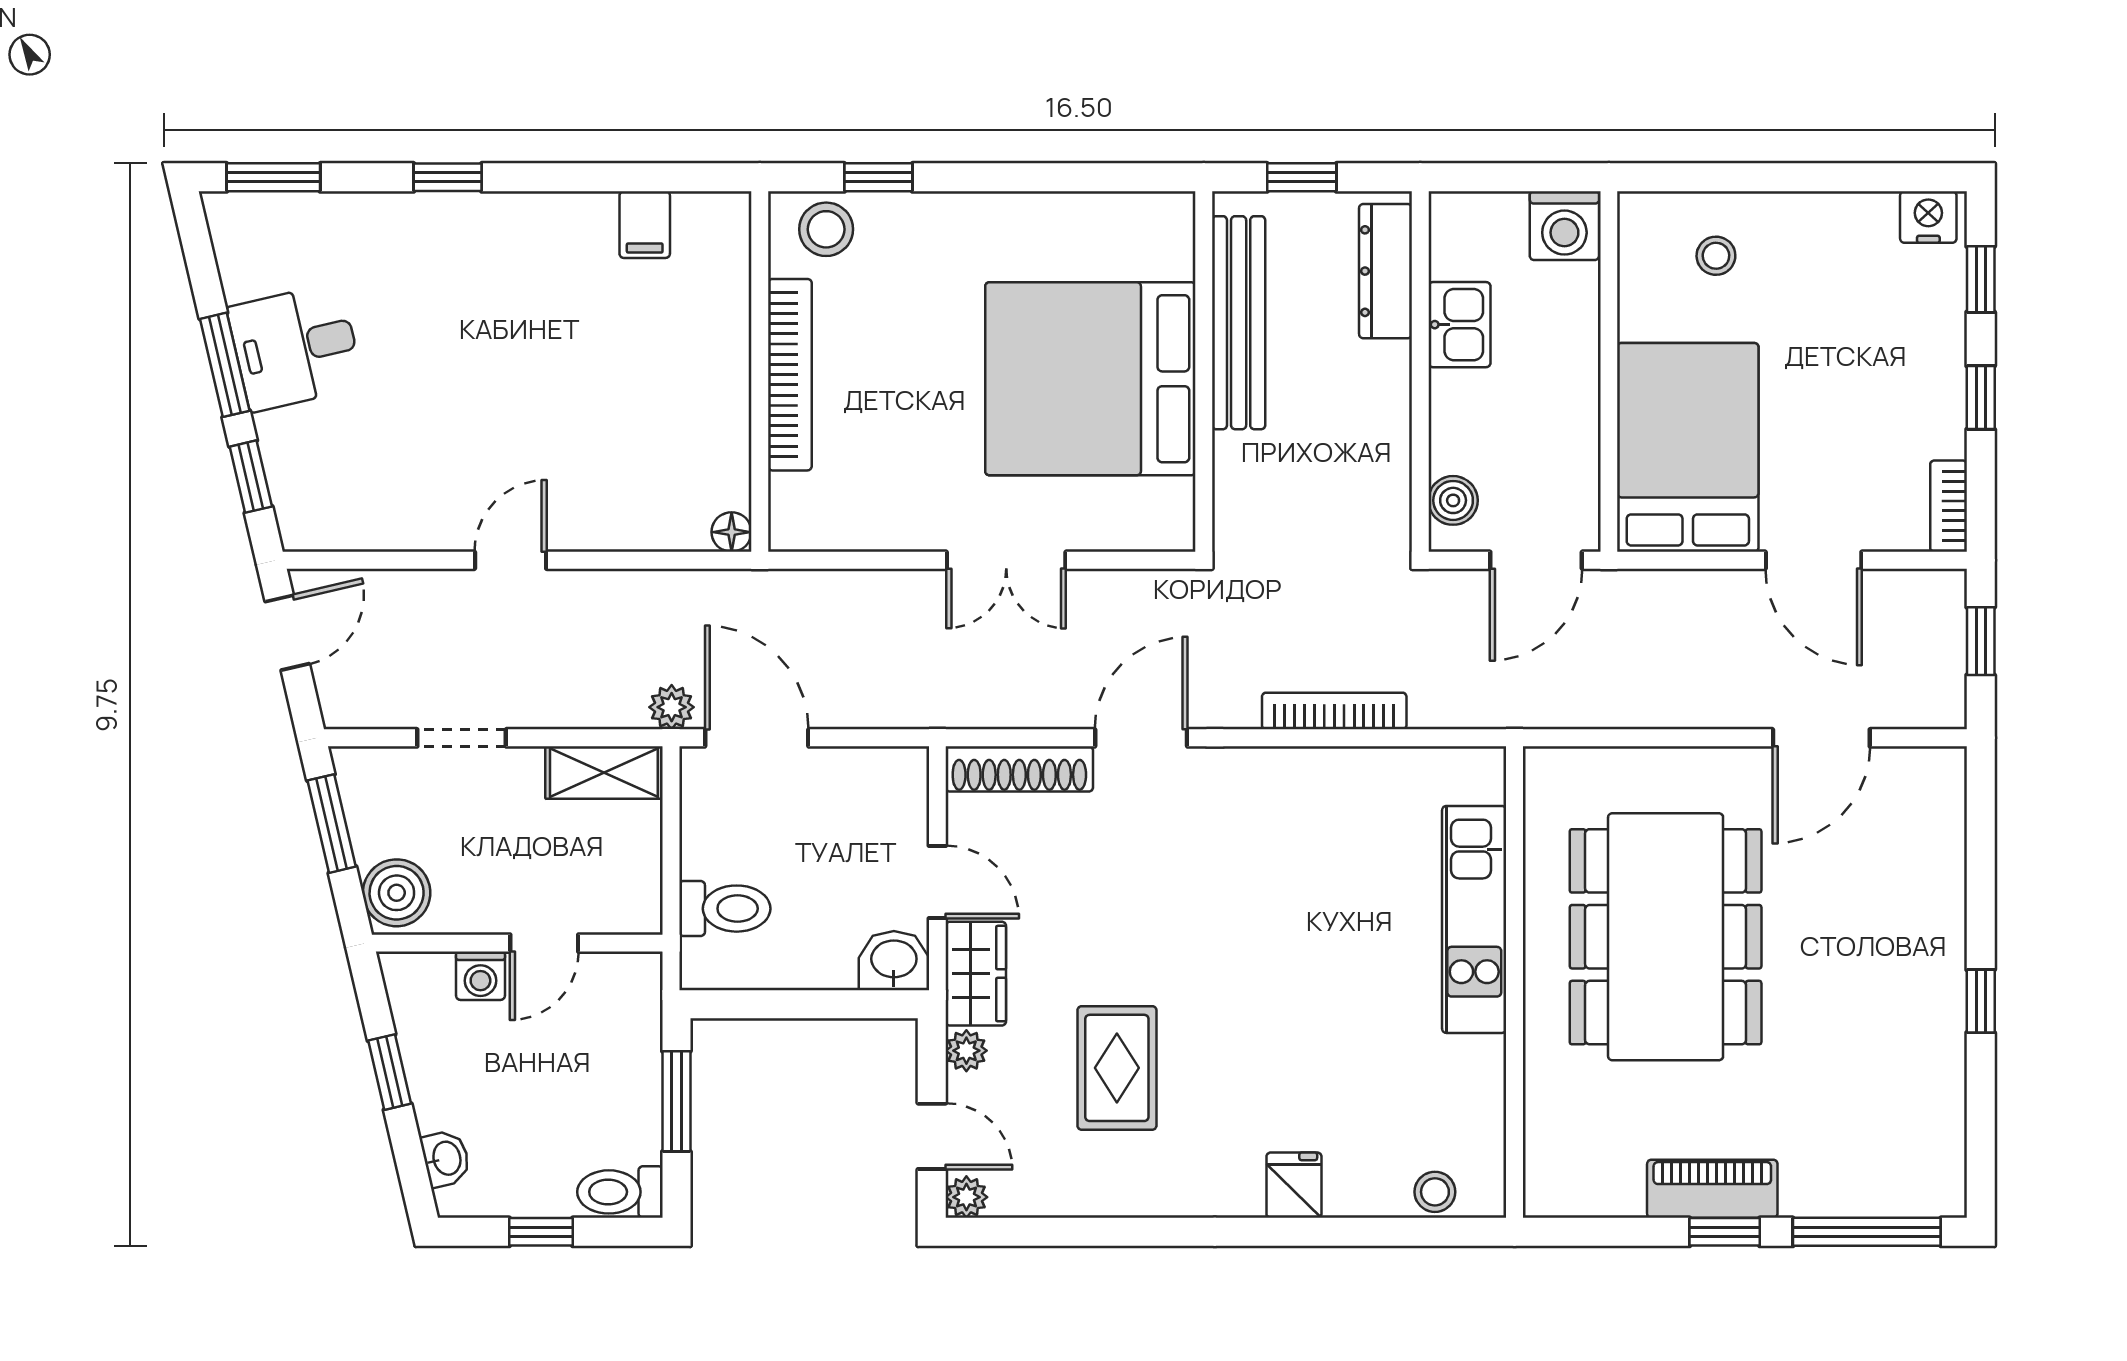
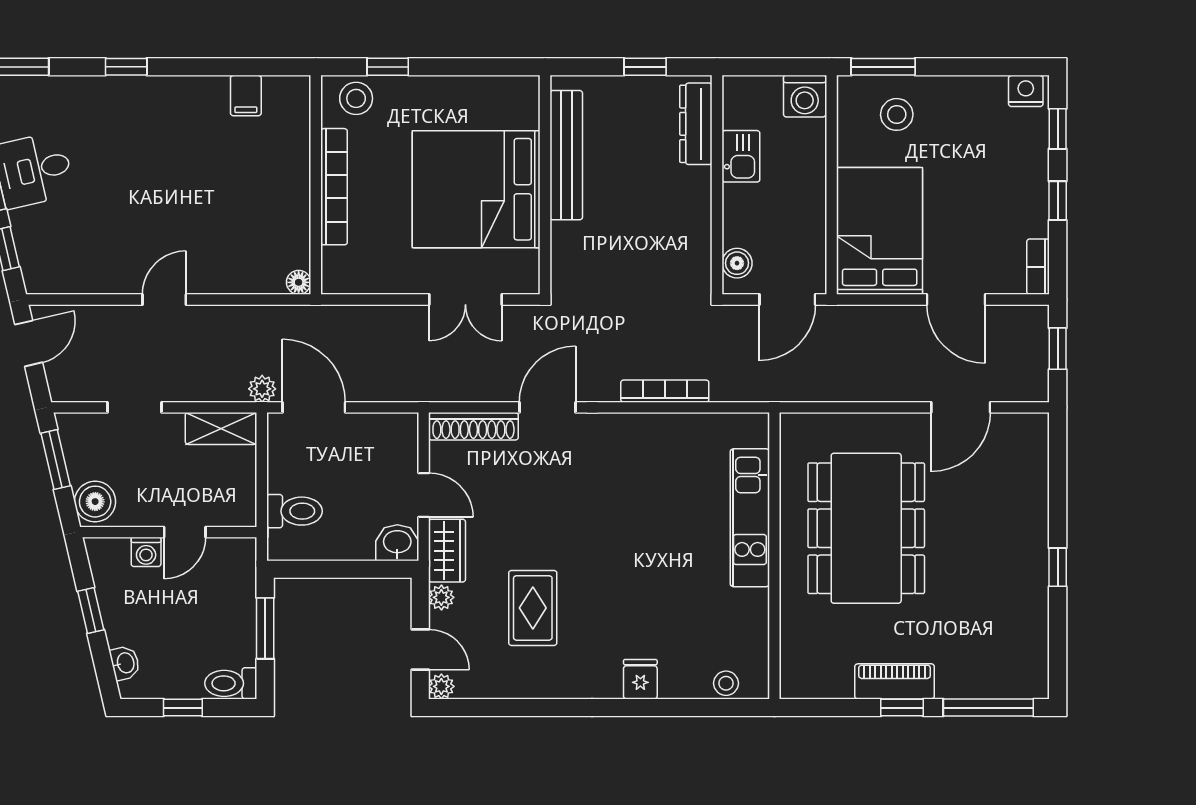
window: (1694, 177) -> (883, 67), added
stool: (1716, 256) -> (897, 114), width x1.37, depth x1.37
bench: (1239, 323) -> (566, 155), moved
wall: (1204, 372) -> (545, 185), moved
bed: (1090, 379) -> (476, 189), moved

